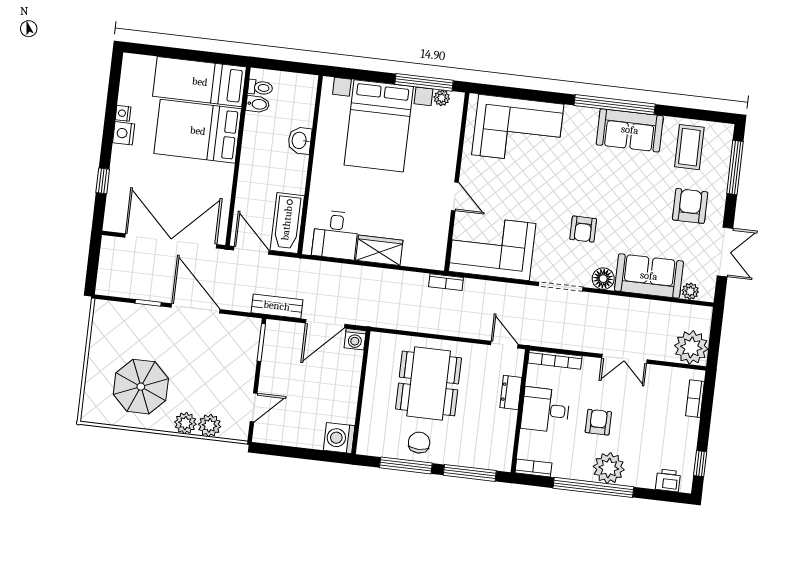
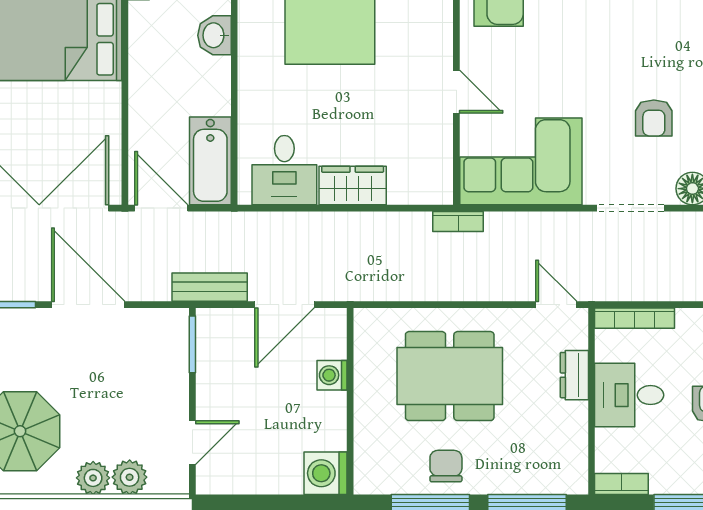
washing machine: (355, 339) -> (332, 375), moved, turned 90
dining table: (429, 383) -> (450, 376), turned 90

